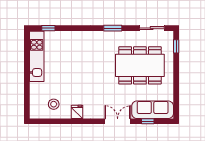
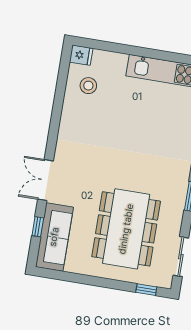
fridge: (77, 112) -> (81, 55), moved
double door: (118, 121) -> (45, 180), swing flipped

